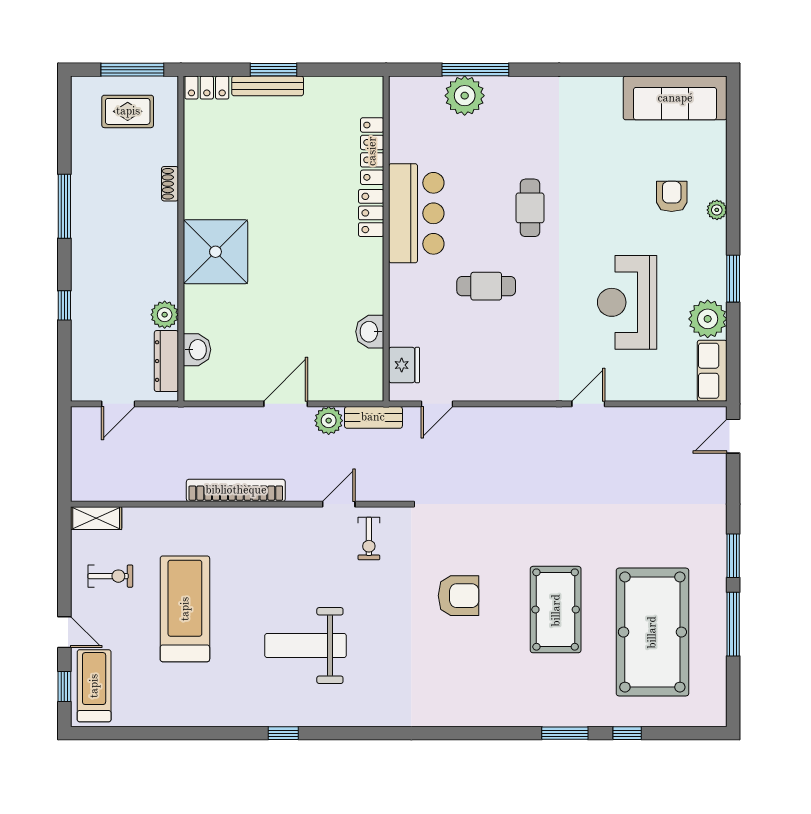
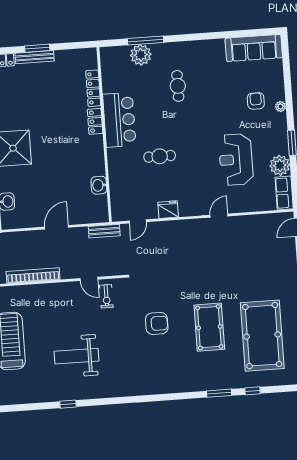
cafe table: (530, 208) -> (178, 86), moved
fridge: (404, 365) -> (168, 210), moved, turned -90
plant: (329, 421) -> (80, 234), removed
door: (339, 504) -> (89, 279), swing flipped

